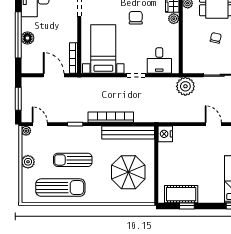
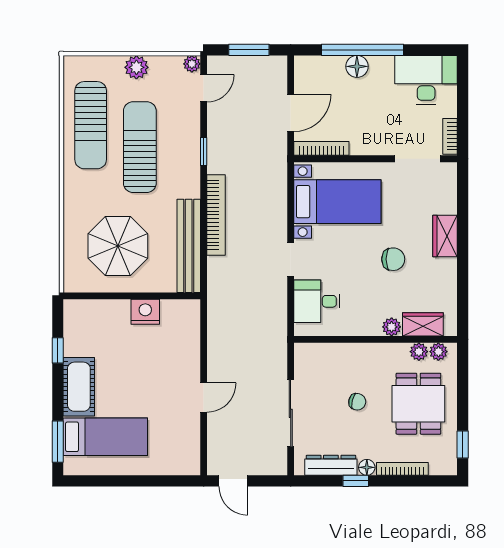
plant: (185, 86) -> (271, 348), removed
nightstand: (165, 134) -> (145, 312), moved
sun lounger: (73, 160) -> (140, 147), width x1.36, depth x1.34
cot: (181, 194) -> (79, 387), moved

